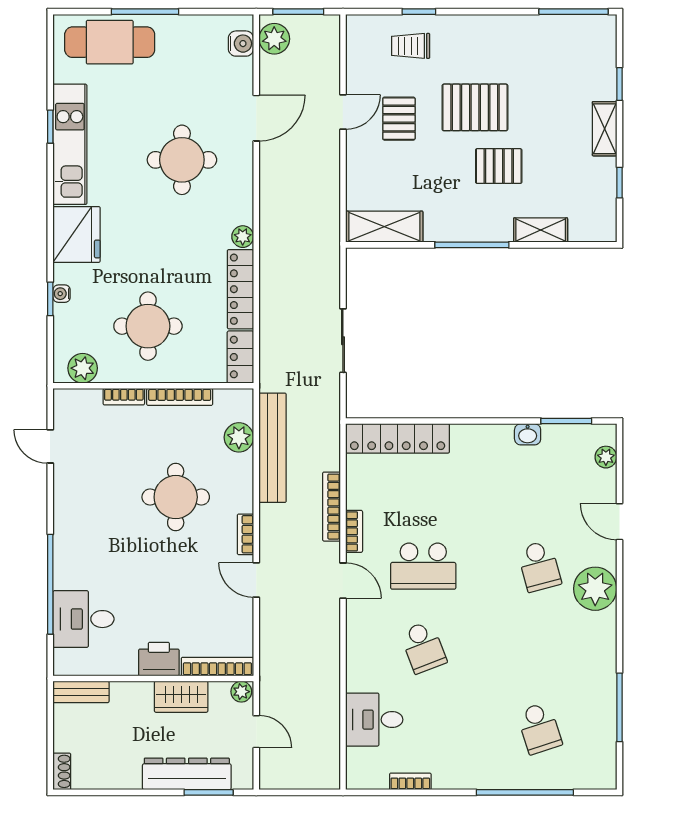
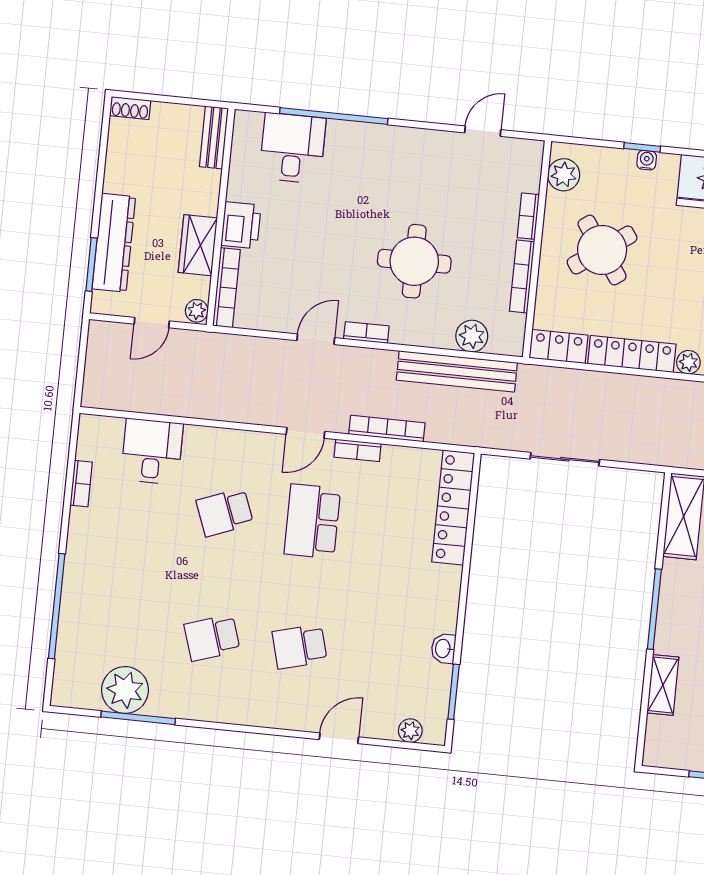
round table: (148, 326) -> (602, 250), turned -35
plant: (595, 589) -> (125, 690), moved
school desk: (539, 728) -> (212, 638), moved

